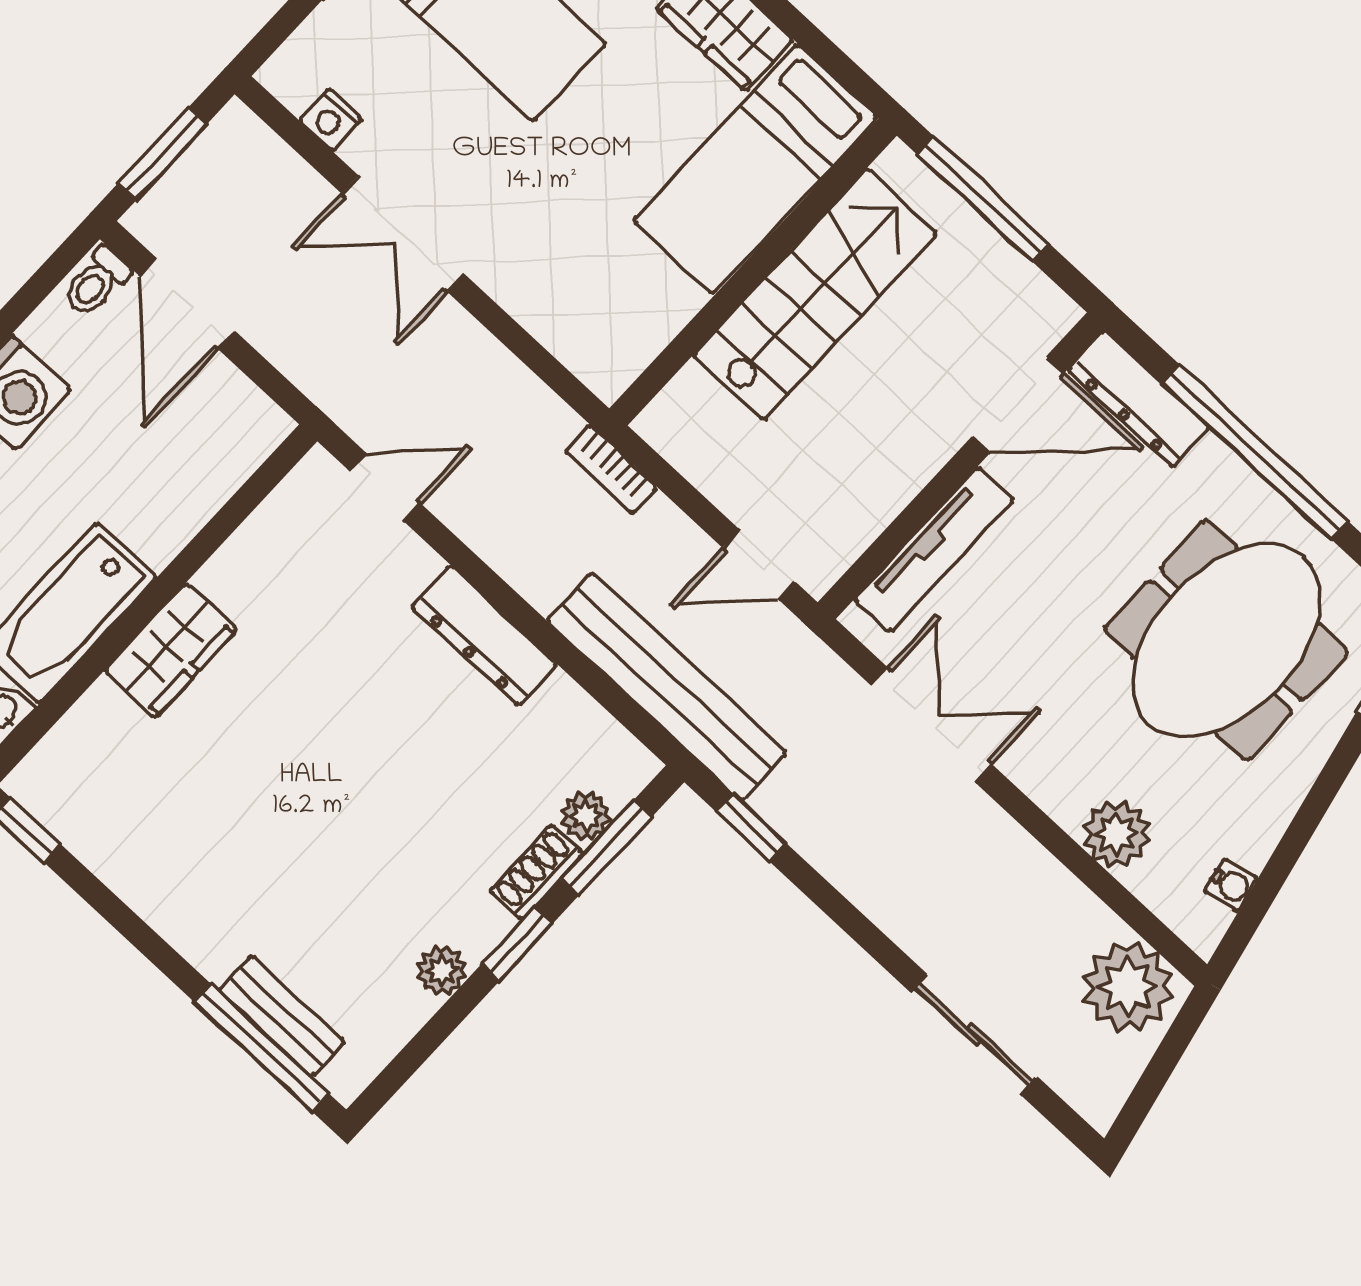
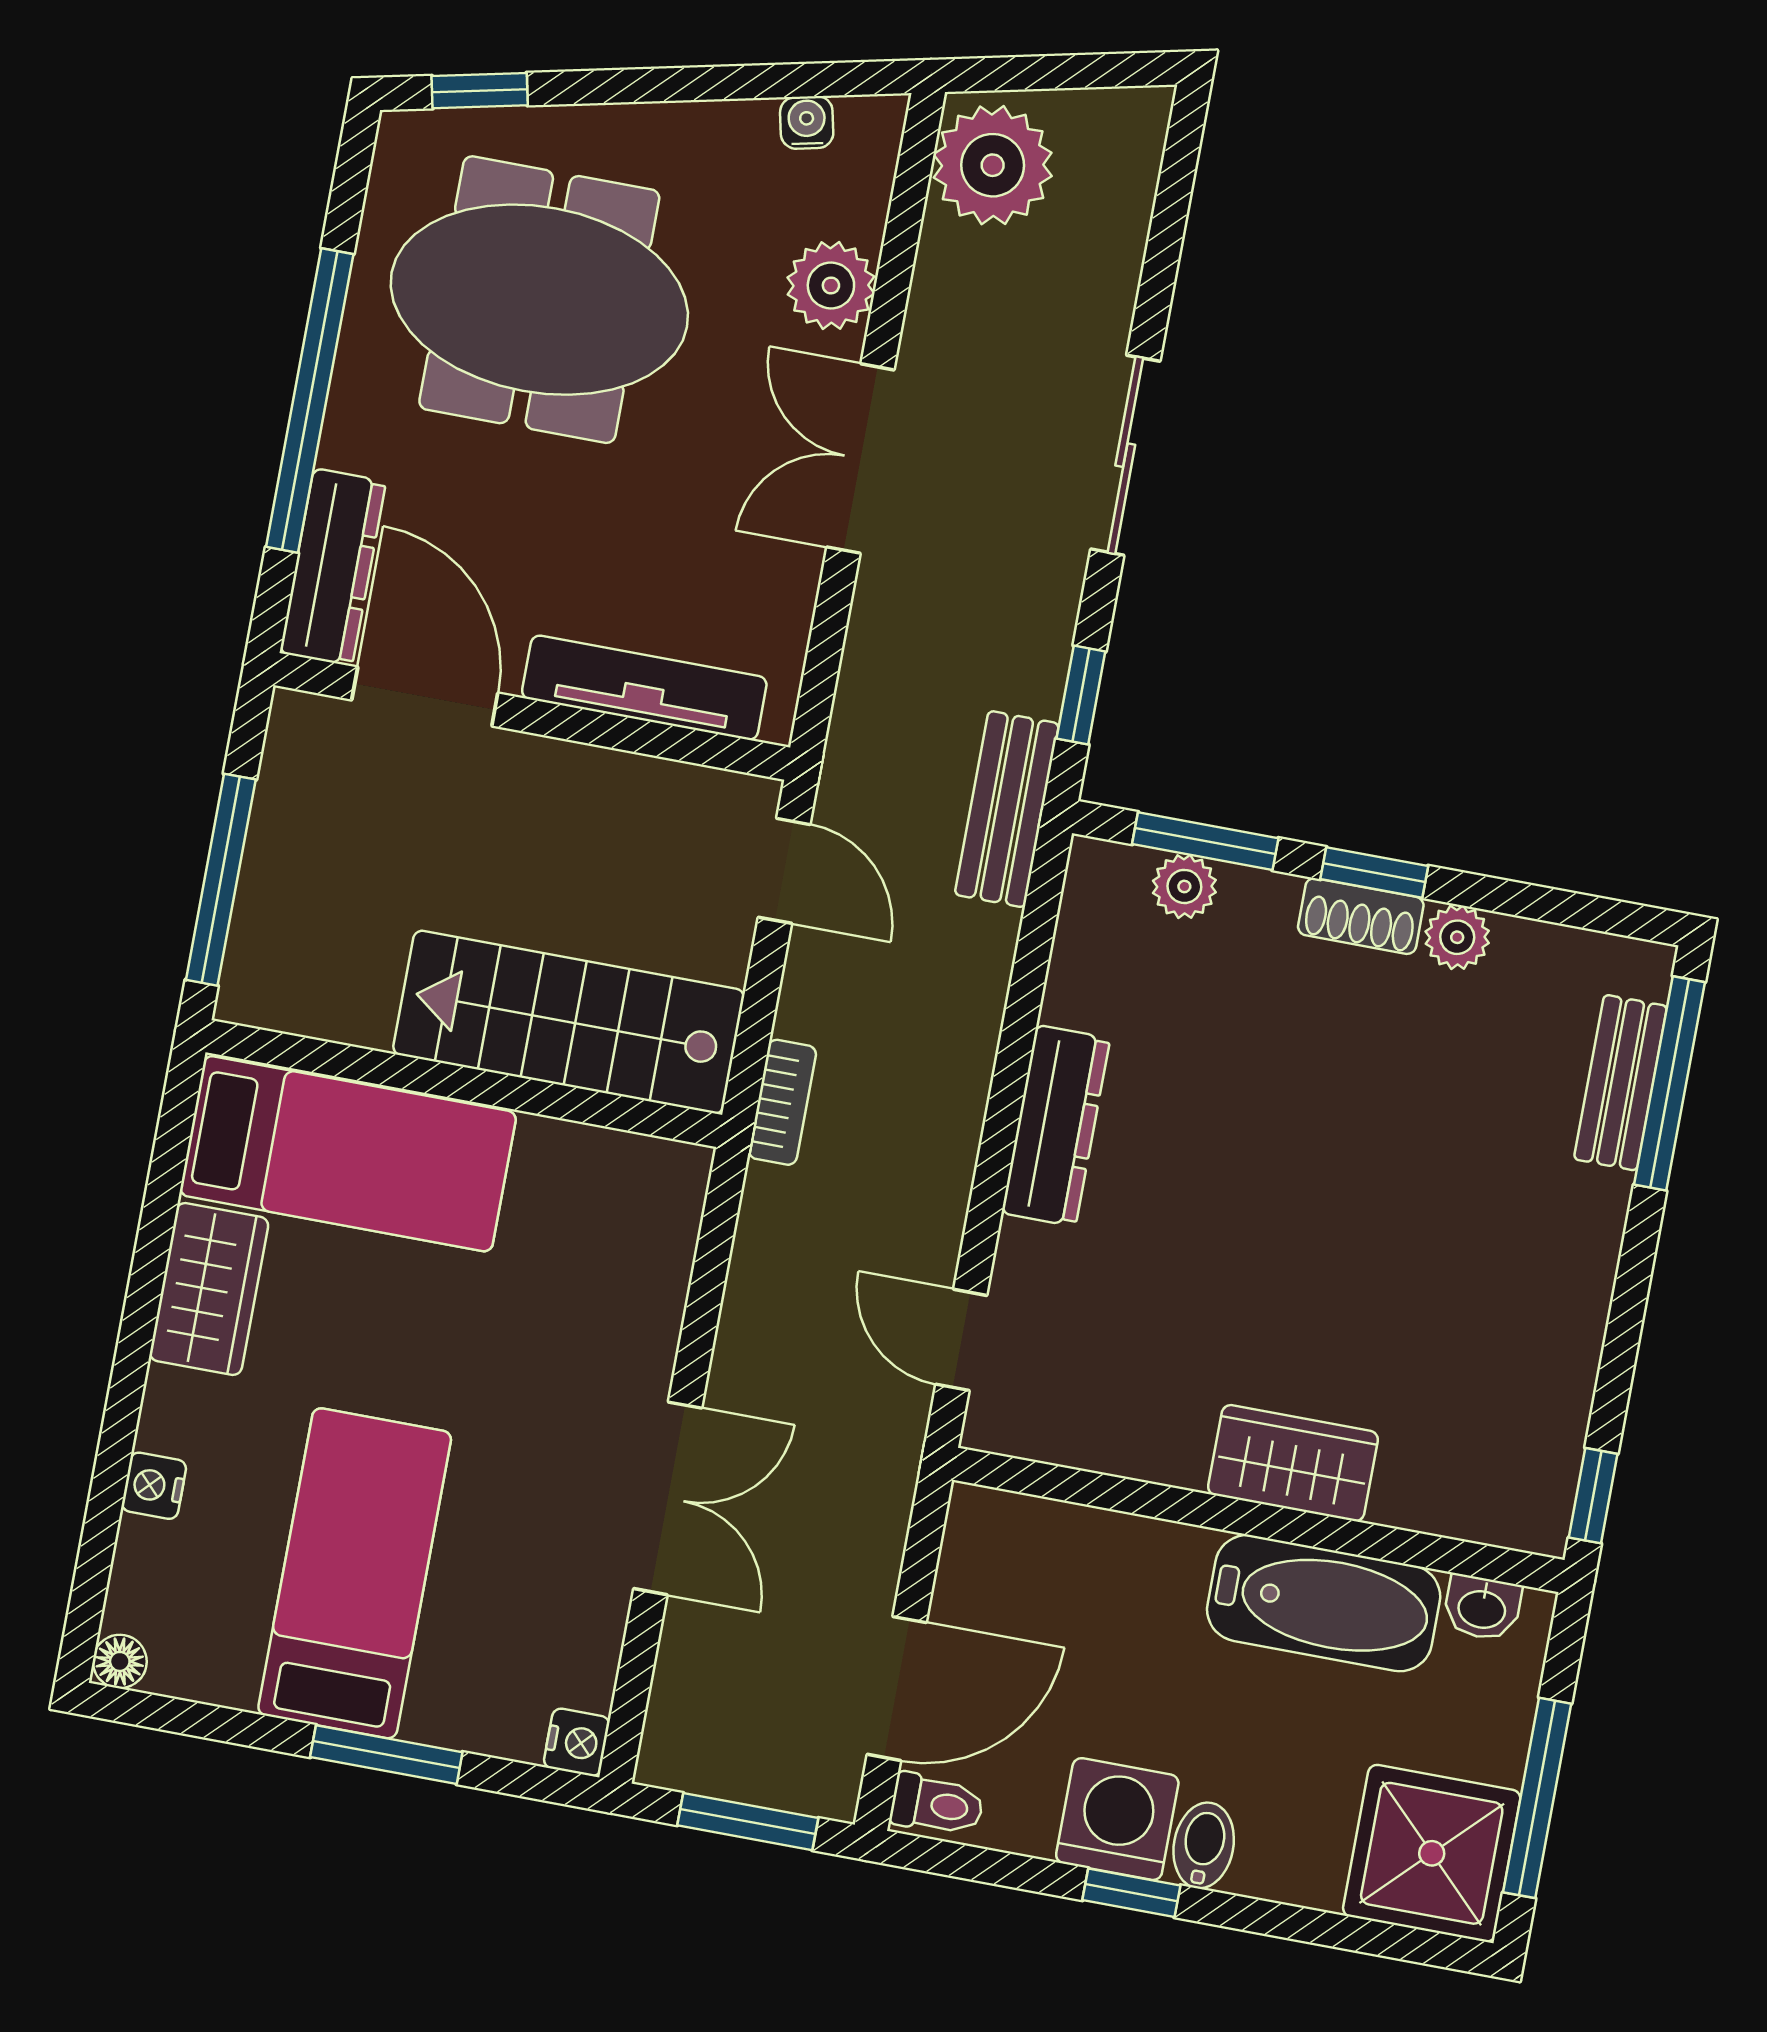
nightstand: (331, 120) -> (577, 1742), moved
stairs: (815, 295) -> (569, 1022), moved
bench: (667, 687) -> (1007, 809), width x0.54, depth x0.82
double door: (931, 725) -> (860, 459), moved
shoe rack: (536, 872) -> (1361, 916), moved
sliding door: (974, 1034) -> (1125, 455), moved

